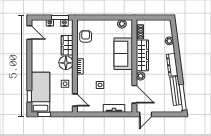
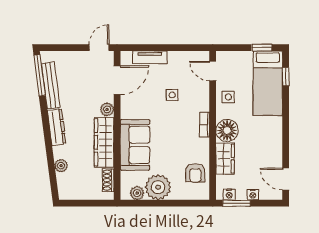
plant: (109, 27) -> (158, 187), added
door: (134, 94) -> (117, 80), swing flipped

